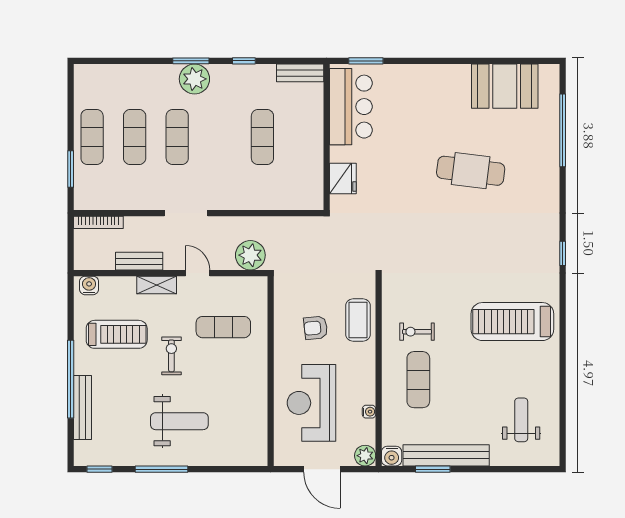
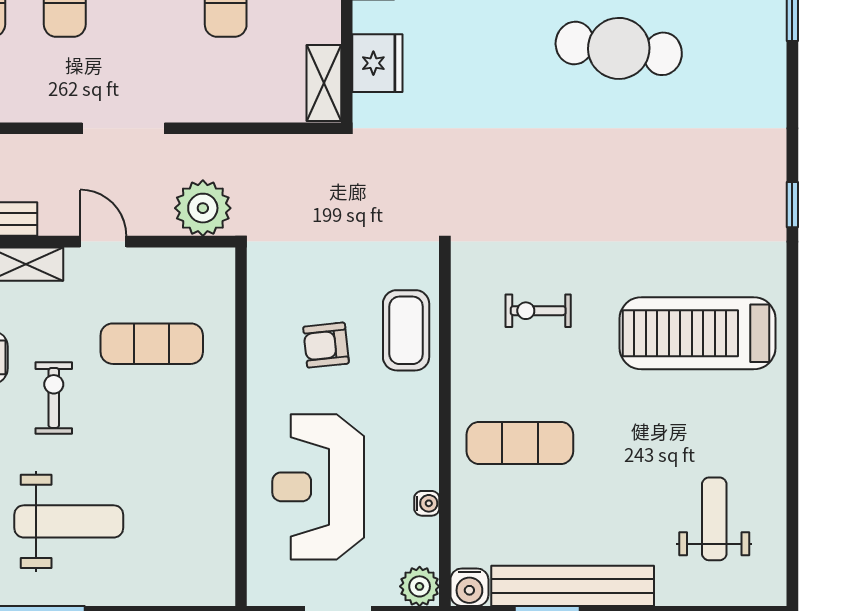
shelving: (314, 189) -> (324, 83), added
doorway: (186, 213) -> (123, 128), moved
exercise bike: (417, 332) -> (538, 311), moved
exercise mat: (418, 380) -> (520, 443), turned 90

